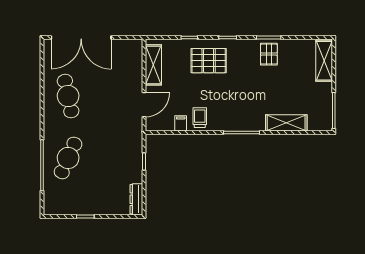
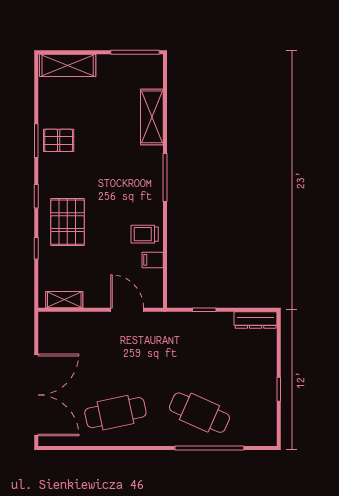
shelving: (153, 65) -> (64, 300), width x0.67, depth x0.75

